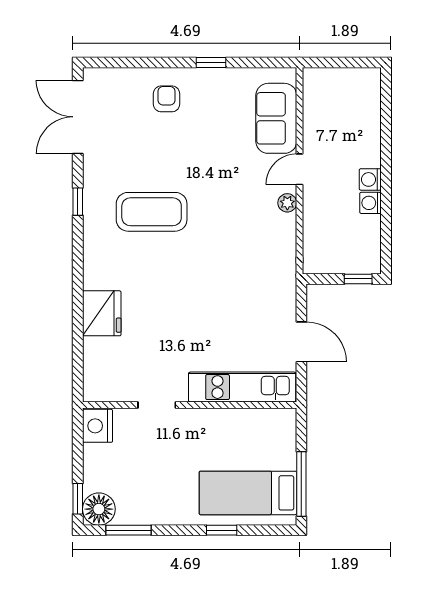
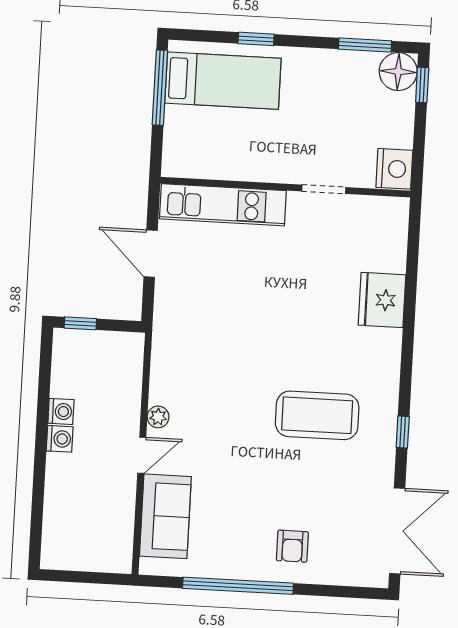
window: (211, 63) -> (238, 586), width x3.17

